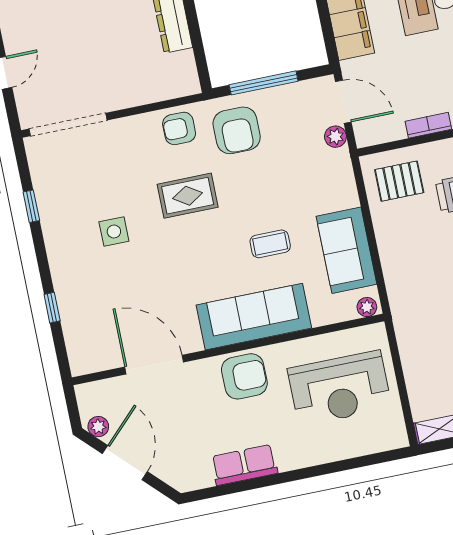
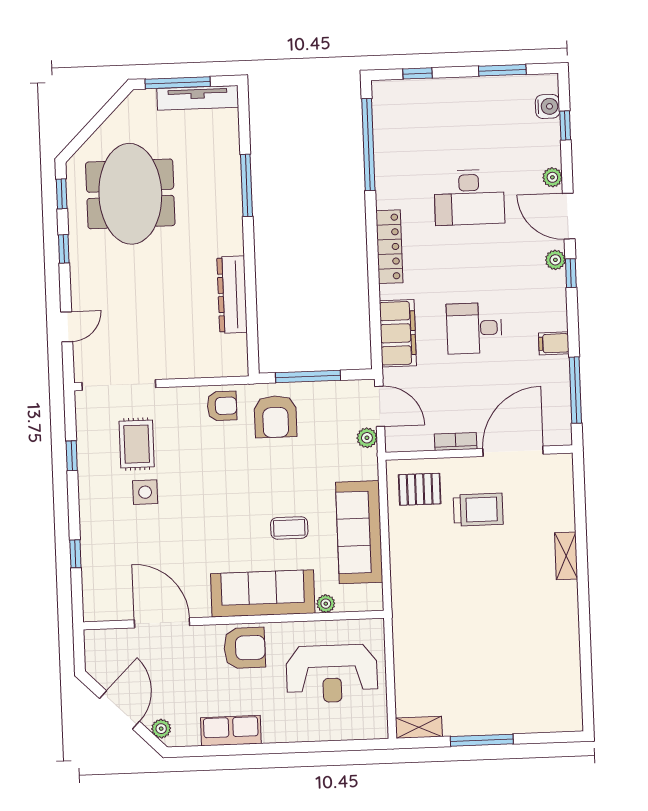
armchair: (179, 128) -> (222, 406), turned 180
rug: (188, 196) -> (137, 444), moved, turned 90
sofa: (346, 250) -> (359, 532), width x1.36
plant: (367, 307) -> (326, 604), moved
plant: (98, 427) -> (161, 729), moved

